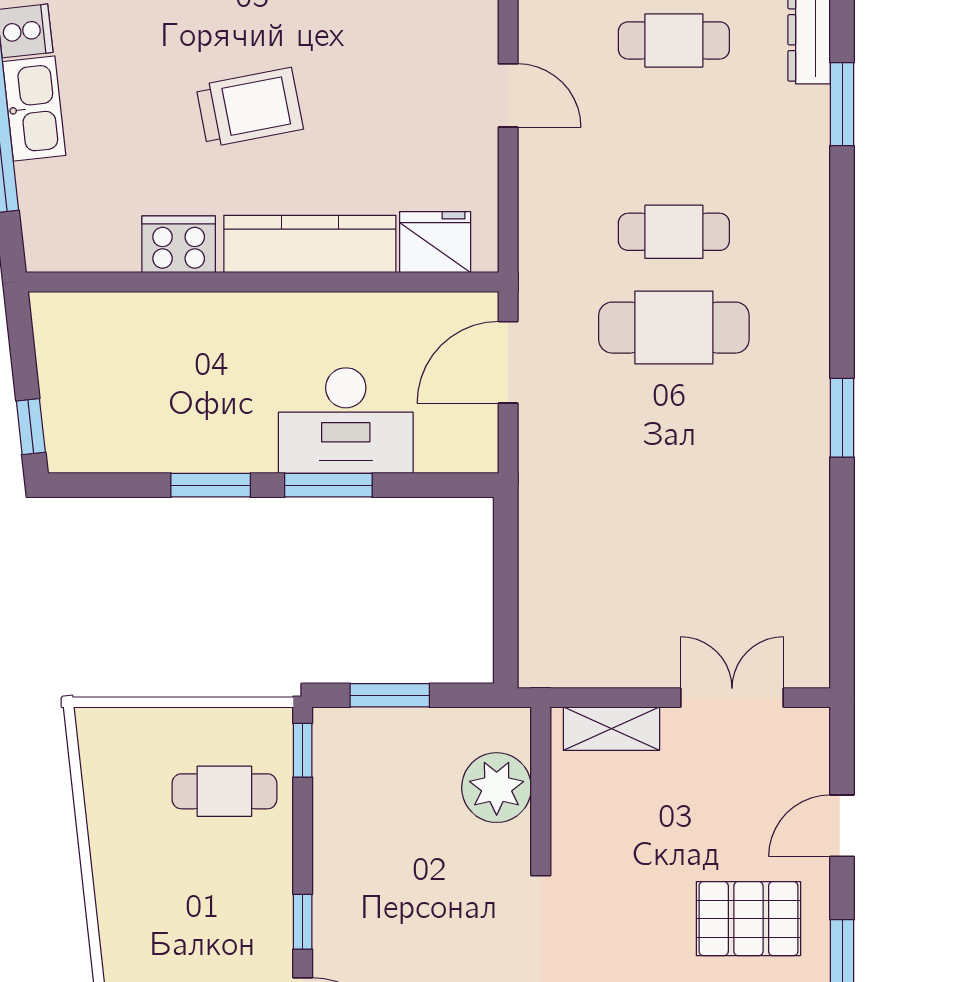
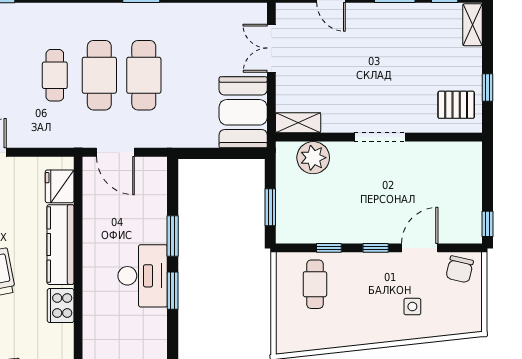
desk: (346, 421) -> (143, 276), moved
cafe table: (674, 423) -> (144, 75), added
booth: (594, 637) -> (243, 112), added
shelving: (611, 729) -> (298, 123), moved, turned 90
window: (303, 750) -> (329, 248), moved
pallet: (748, 919) -> (374, 41), removed

